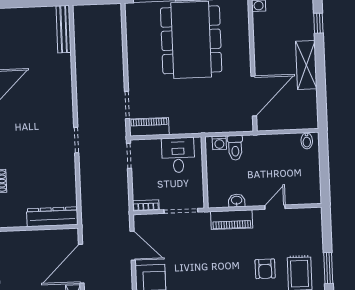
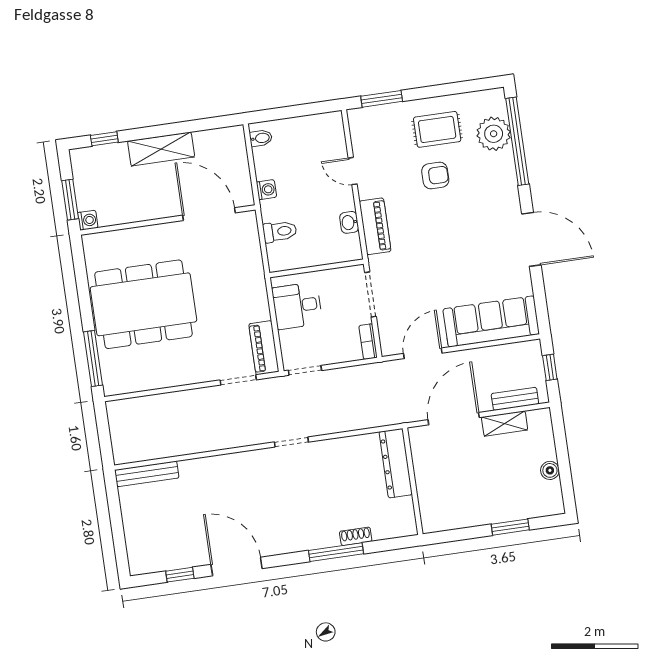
washing machine: (219, 143) -> (266, 190), moved
door: (81, 264) -> (454, 419), swing flipped
window: (328, 268) -> (382, 99), moved

